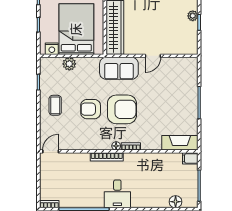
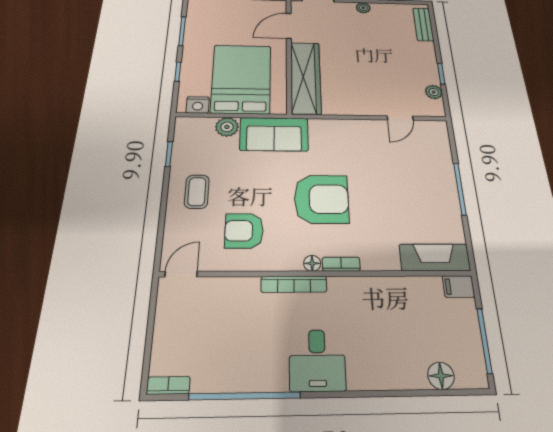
plant: (193, 16) -> (434, 92), moved
door: (153, 56) -> (400, 118), moved
sofa: (119, 68) -> (274, 134), moved
armchair: (91, 109) -> (244, 231), moved

